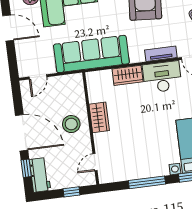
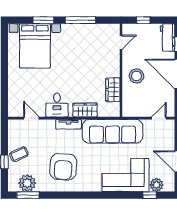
tv unit: (161, 54) -> (69, 124), moved
desk: (162, 77) -> (57, 105), width x0.73
wardrobe: (99, 117) -> (113, 90), moved

